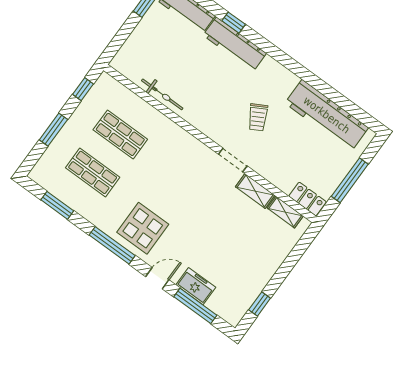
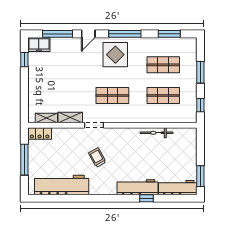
shop shelf: (183, 180) -> (112, 95), added
freezer: (196, 286) -> (39, 44), moved

